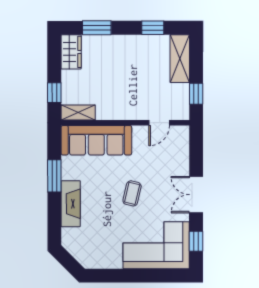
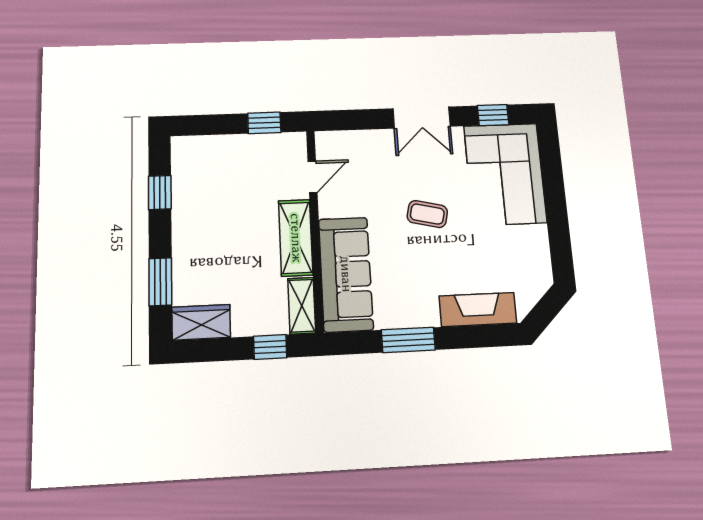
shelving: (180, 59) -> (296, 238), moved, turned 90
door: (159, 123) -> (312, 177), hinge flipped
fireplace: (71, 204) -> (478, 310), moved

